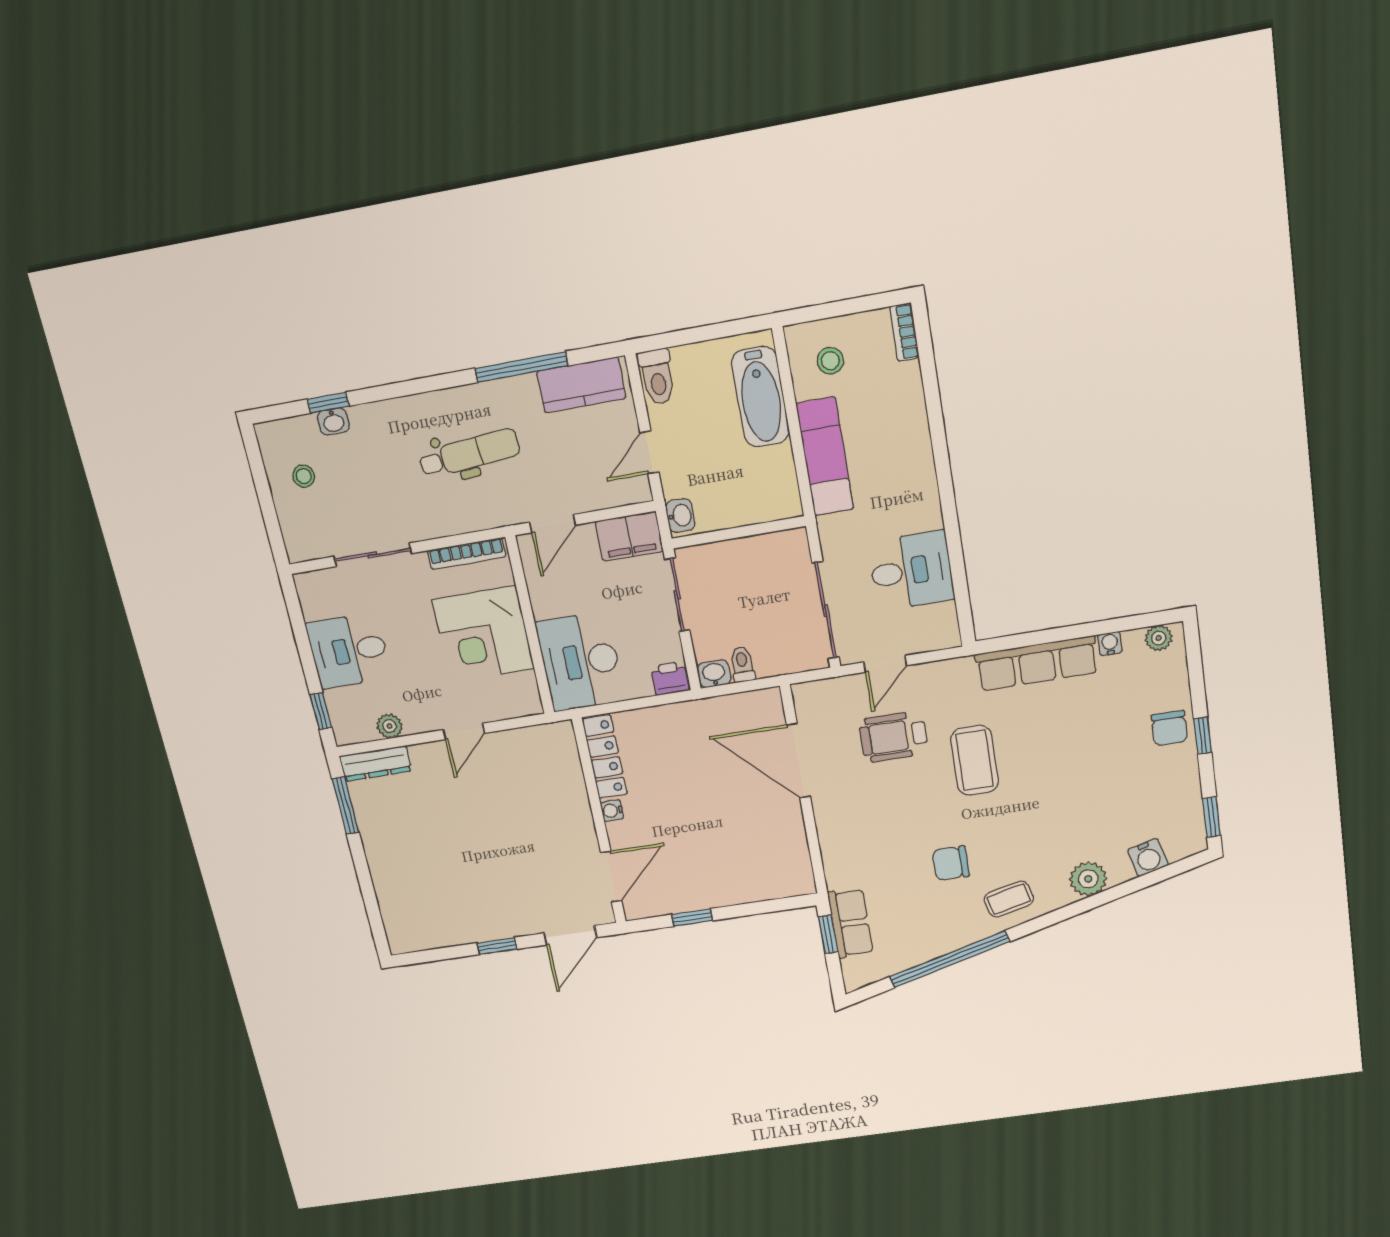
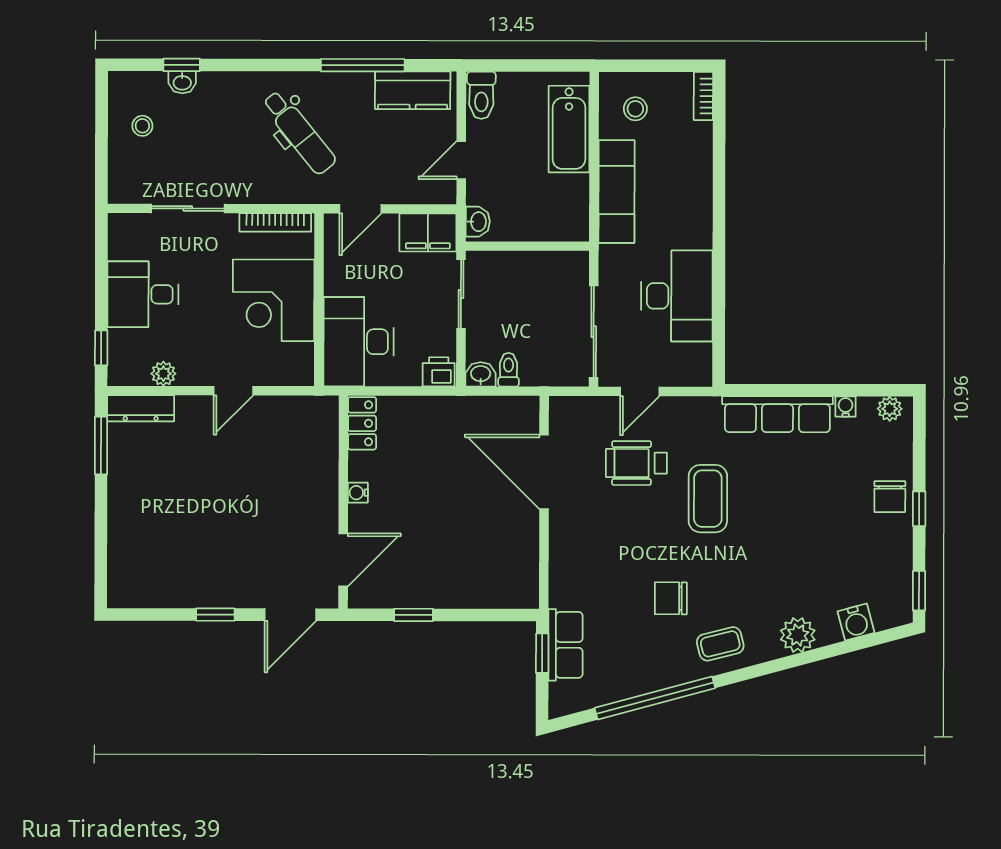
dental chair: (470, 453) -> (299, 132), turned 56
desk: (911, 571) -> (677, 296), width x1.37
locker: (605, 757) -> (362, 423), width x0.66

